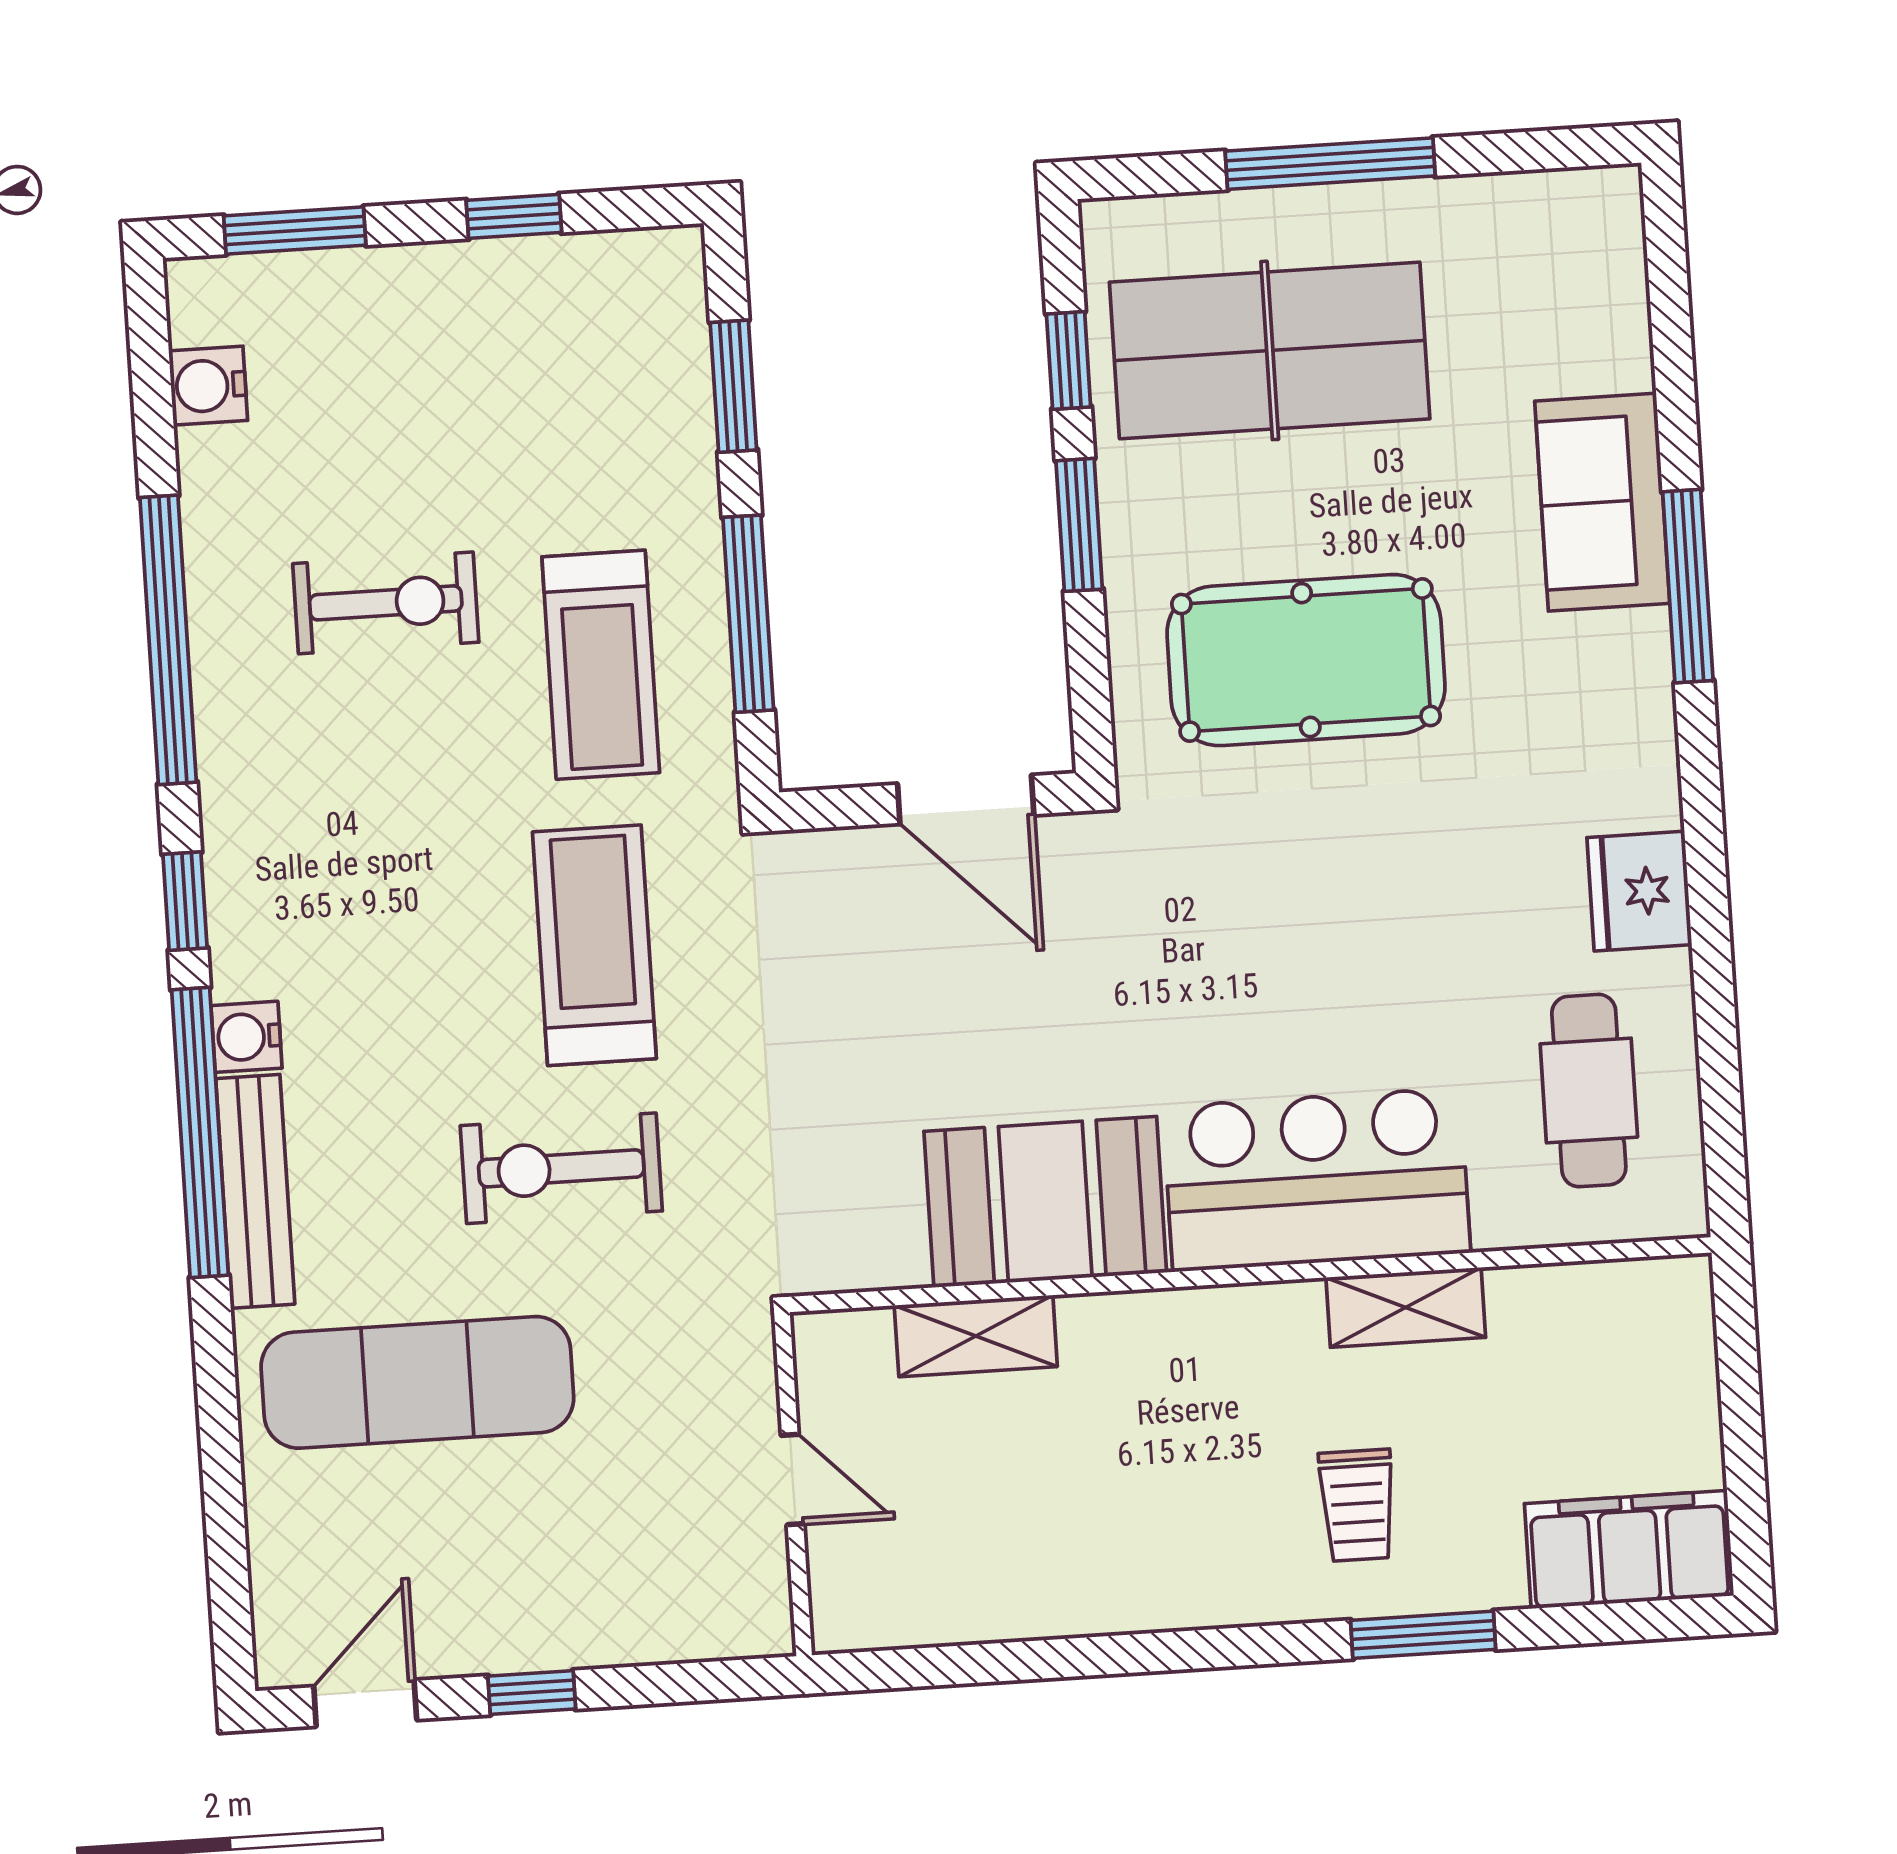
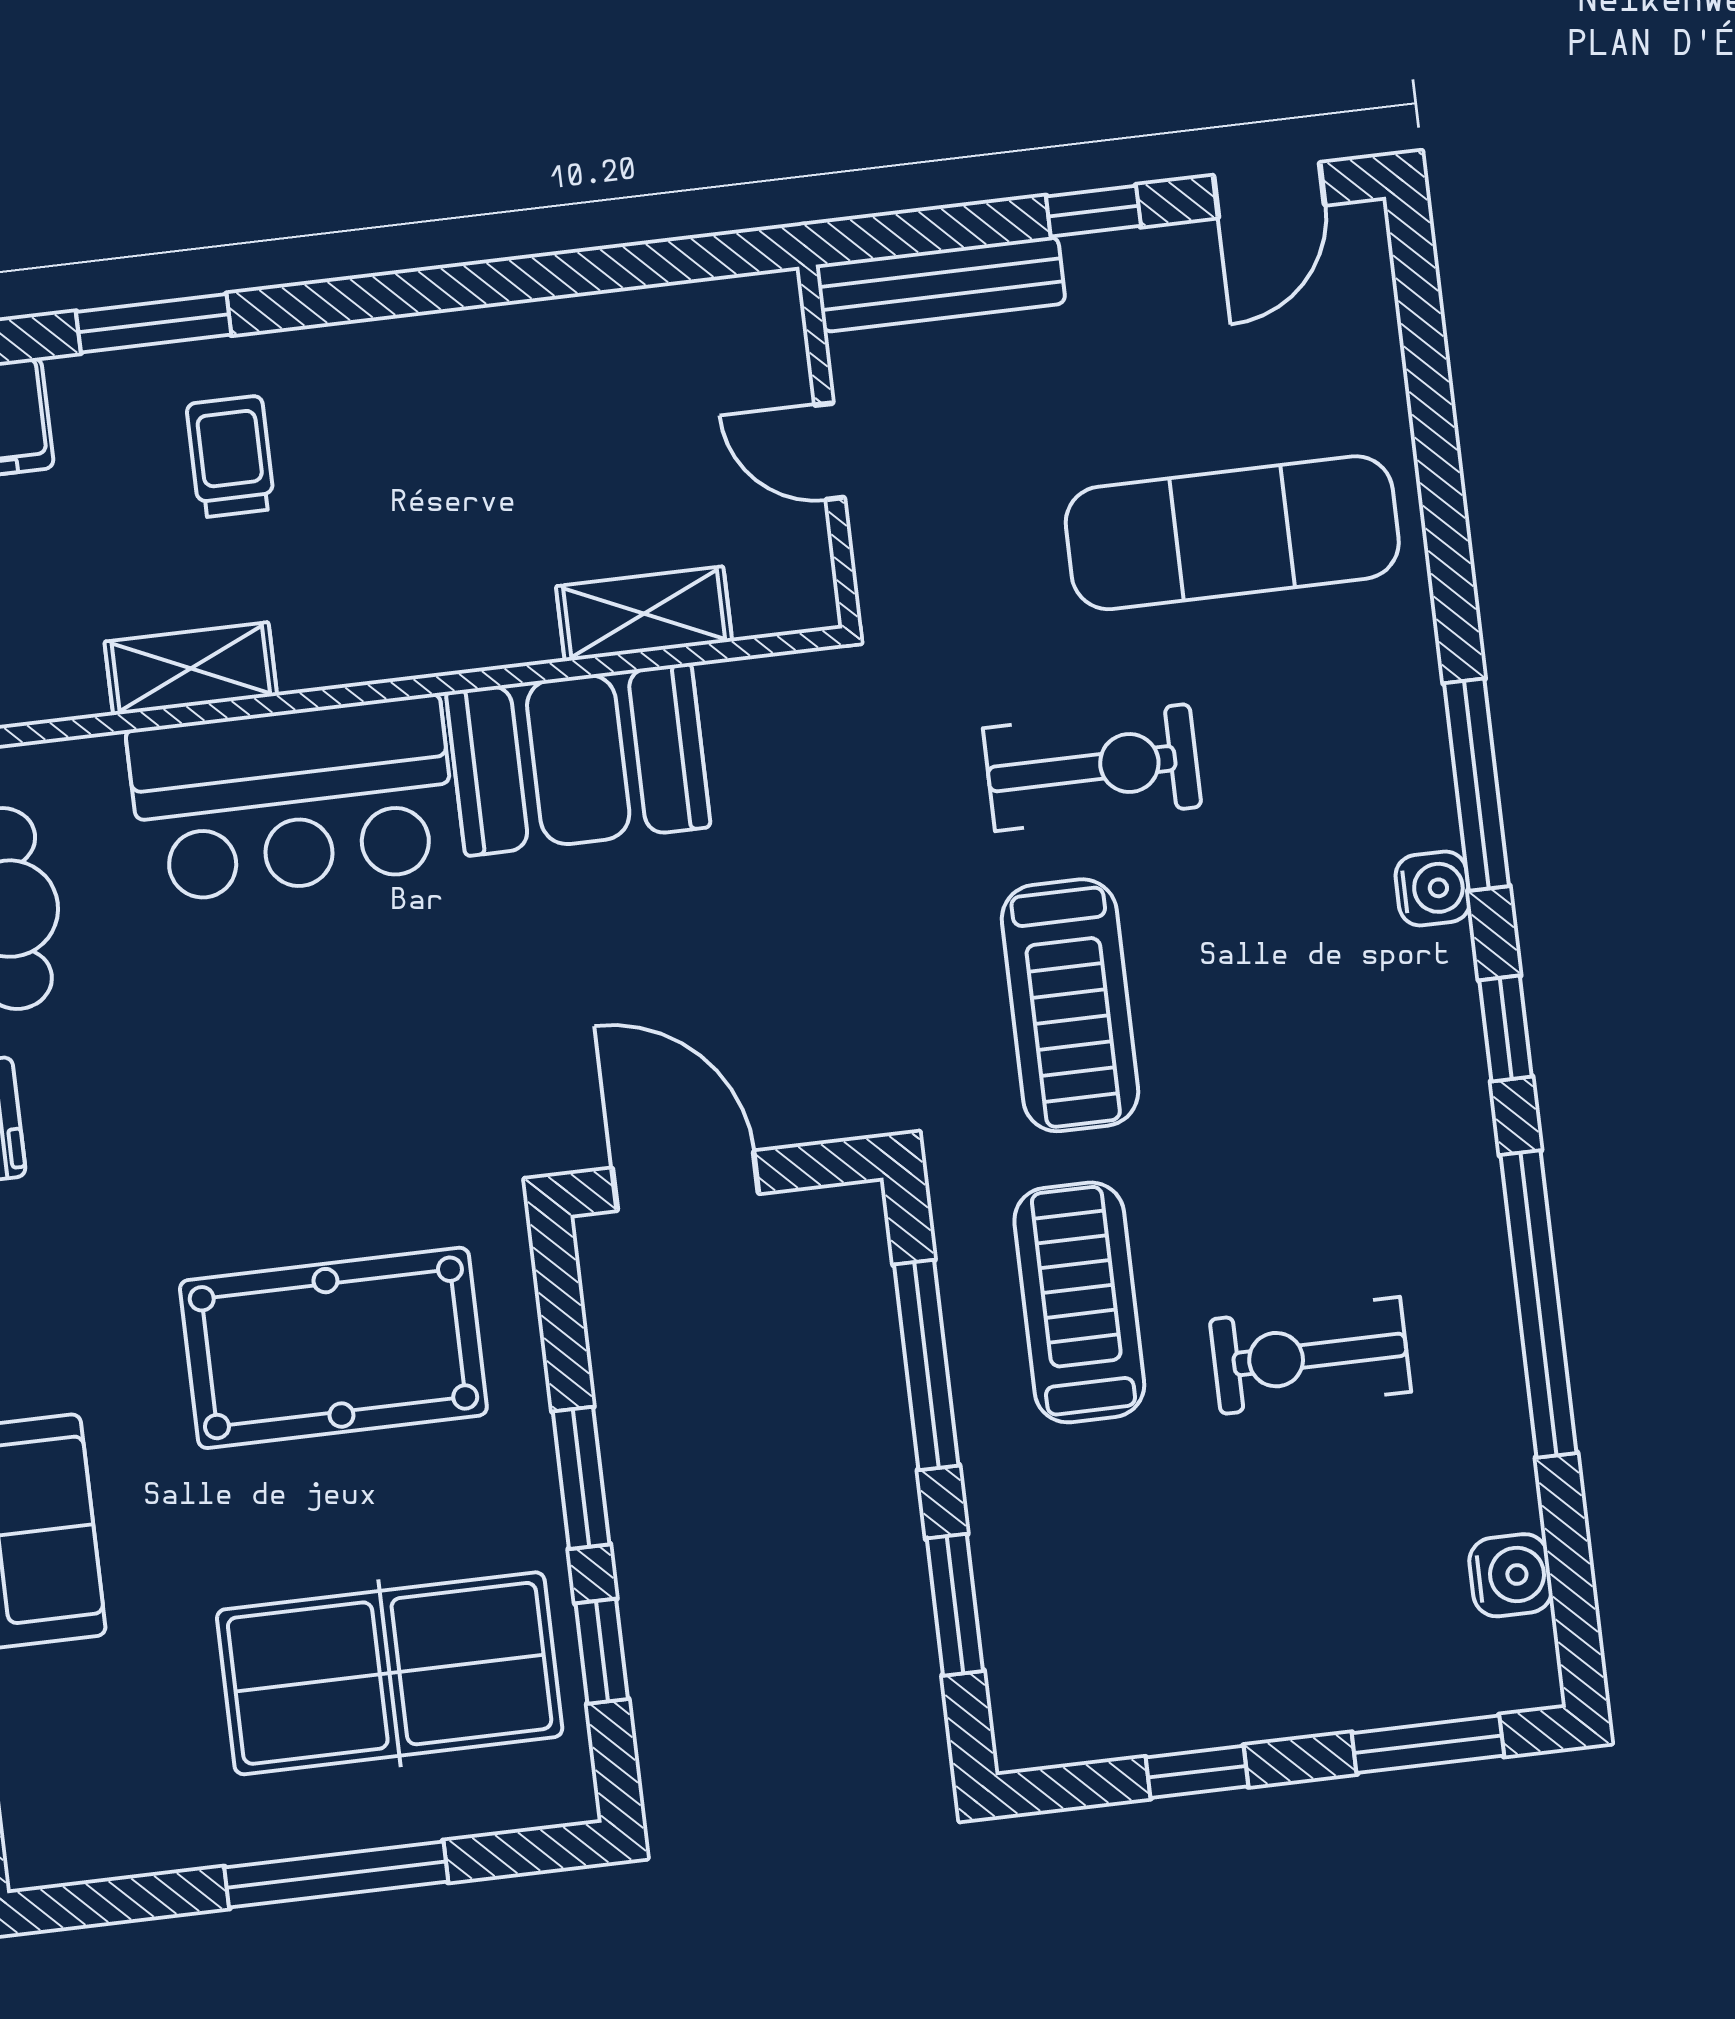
window: (200, 1132) -> (1477, 785), width x0.68
bench: (255, 1191) -> (941, 284), moved, turned 90

